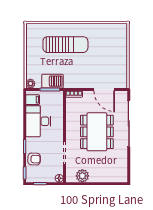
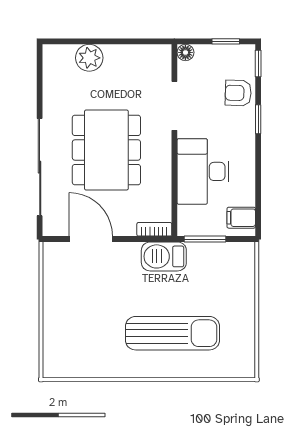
sun lounger: (65, 45) -> (172, 333), turned 180
barbecue: (52, 81) -> (164, 256), moved
plant: (30, 84) -> (246, 251), removed
desk: (38, 121) -> (203, 171), moved, turned 180
plant: (82, 176) -> (89, 58), moved

